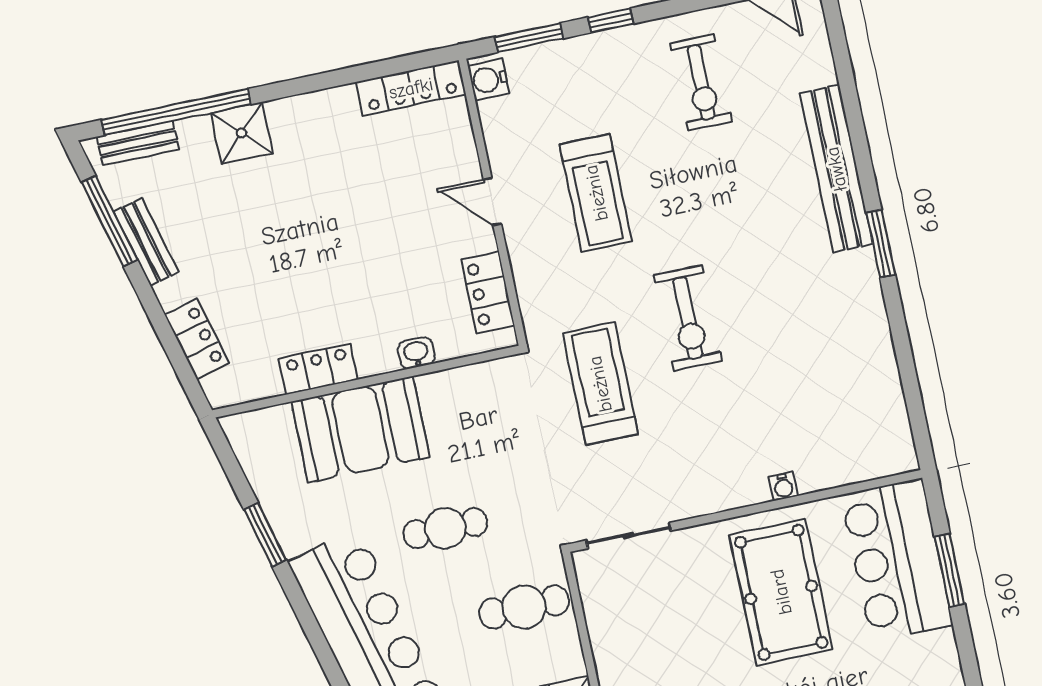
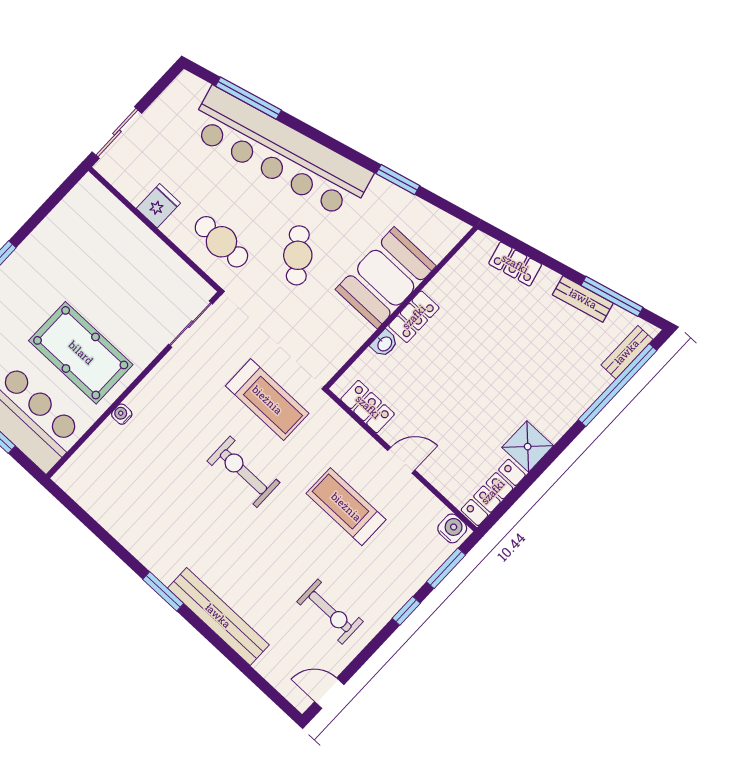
exercise bike: (701, 82) -> (330, 612), turned 180
shower: (242, 133) -> (528, 447), moved
locker: (318, 369) -> (414, 317), moved
cafe table: (445, 528) -> (298, 255), turned -39
cafe table: (524, 607) -> (221, 242), turned 90

